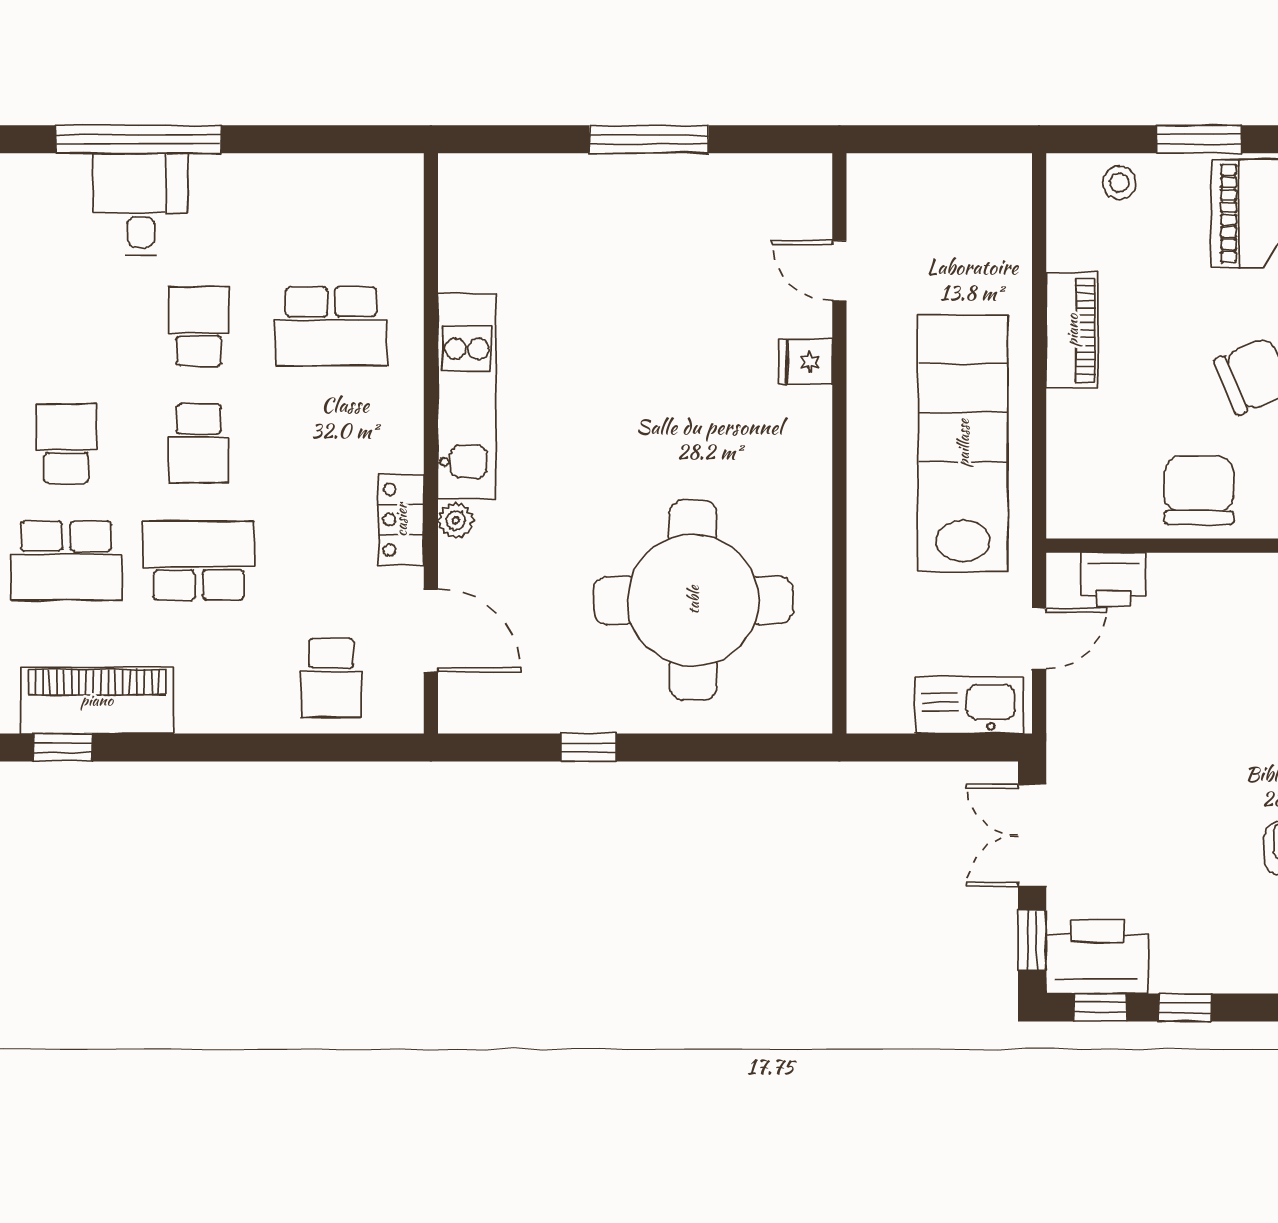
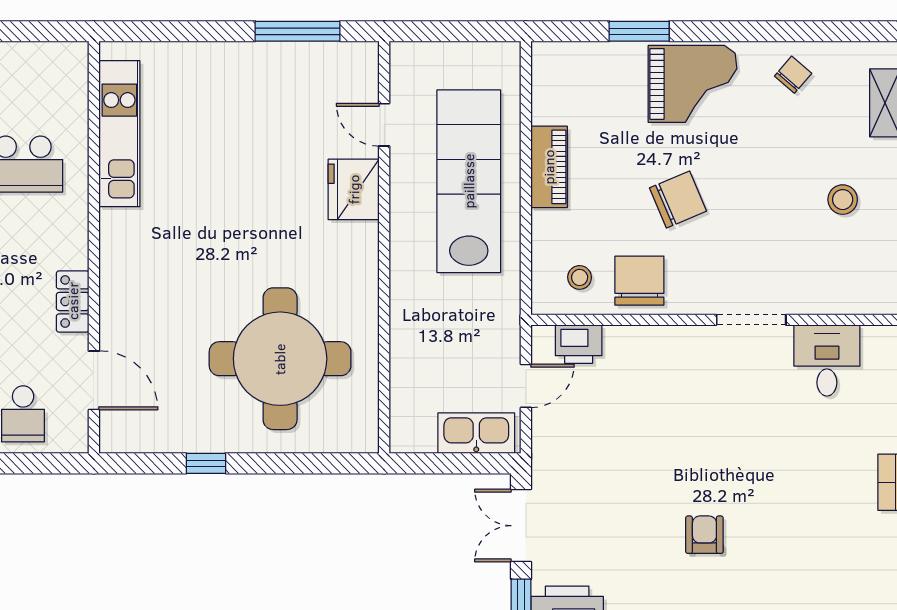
window: (649, 139) -> (297, 31), moved
stool: (1119, 183) -> (580, 277), moved
fridge: (806, 362) -> (354, 189), width x1.88, depth x1.34
kitchen unit: (467, 396) -> (119, 134), moved
lab bench: (963, 443) -> (469, 181), moved
plant: (456, 520) -> (112, 302), removed

